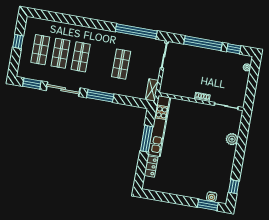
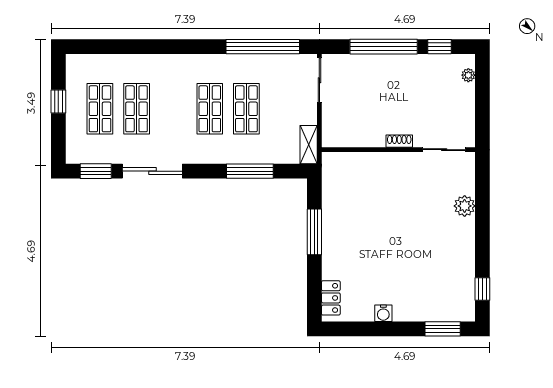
shop shelf: (81, 57) -> (210, 109), moved
window: (100, 96) -> (250, 171), moved
kitchen unit: (159, 126) -> (333, 206), removed
locker: (151, 166) -> (331, 298), moved
water cooler: (212, 197) -> (383, 313), moved

